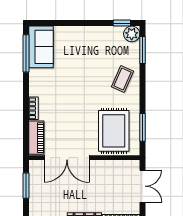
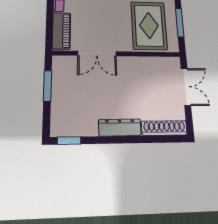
double door: (67, 158) -> (97, 54), width x0.73

